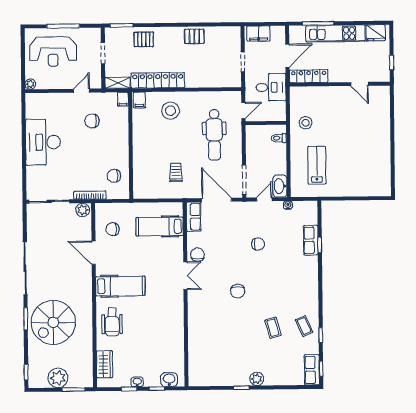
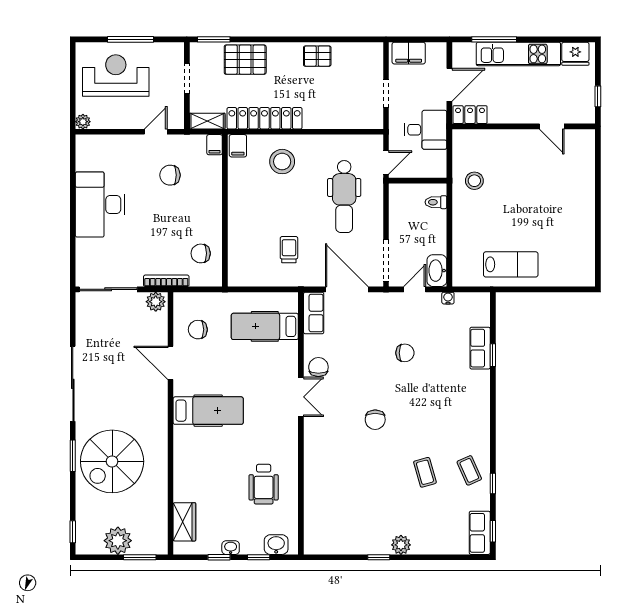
pallet: (144, 39) -> (245, 60), width x1.50, depth x1.42
reception desk: (53, 52) -> (116, 76), turned 180
locker: (309, 76) -> (470, 115), width x0.66
lab bench: (317, 165) -> (511, 264), moved, turned 90
wheelchair: (112, 322) -> (264, 484), moved

